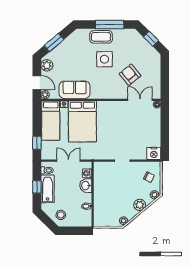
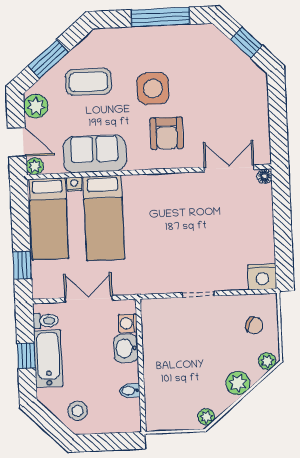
coffee table: (101, 37) -> (88, 82), moved
armchair: (130, 75) -> (167, 133), moved, turned -141
bed: (82, 121) -> (104, 218), width x0.67

